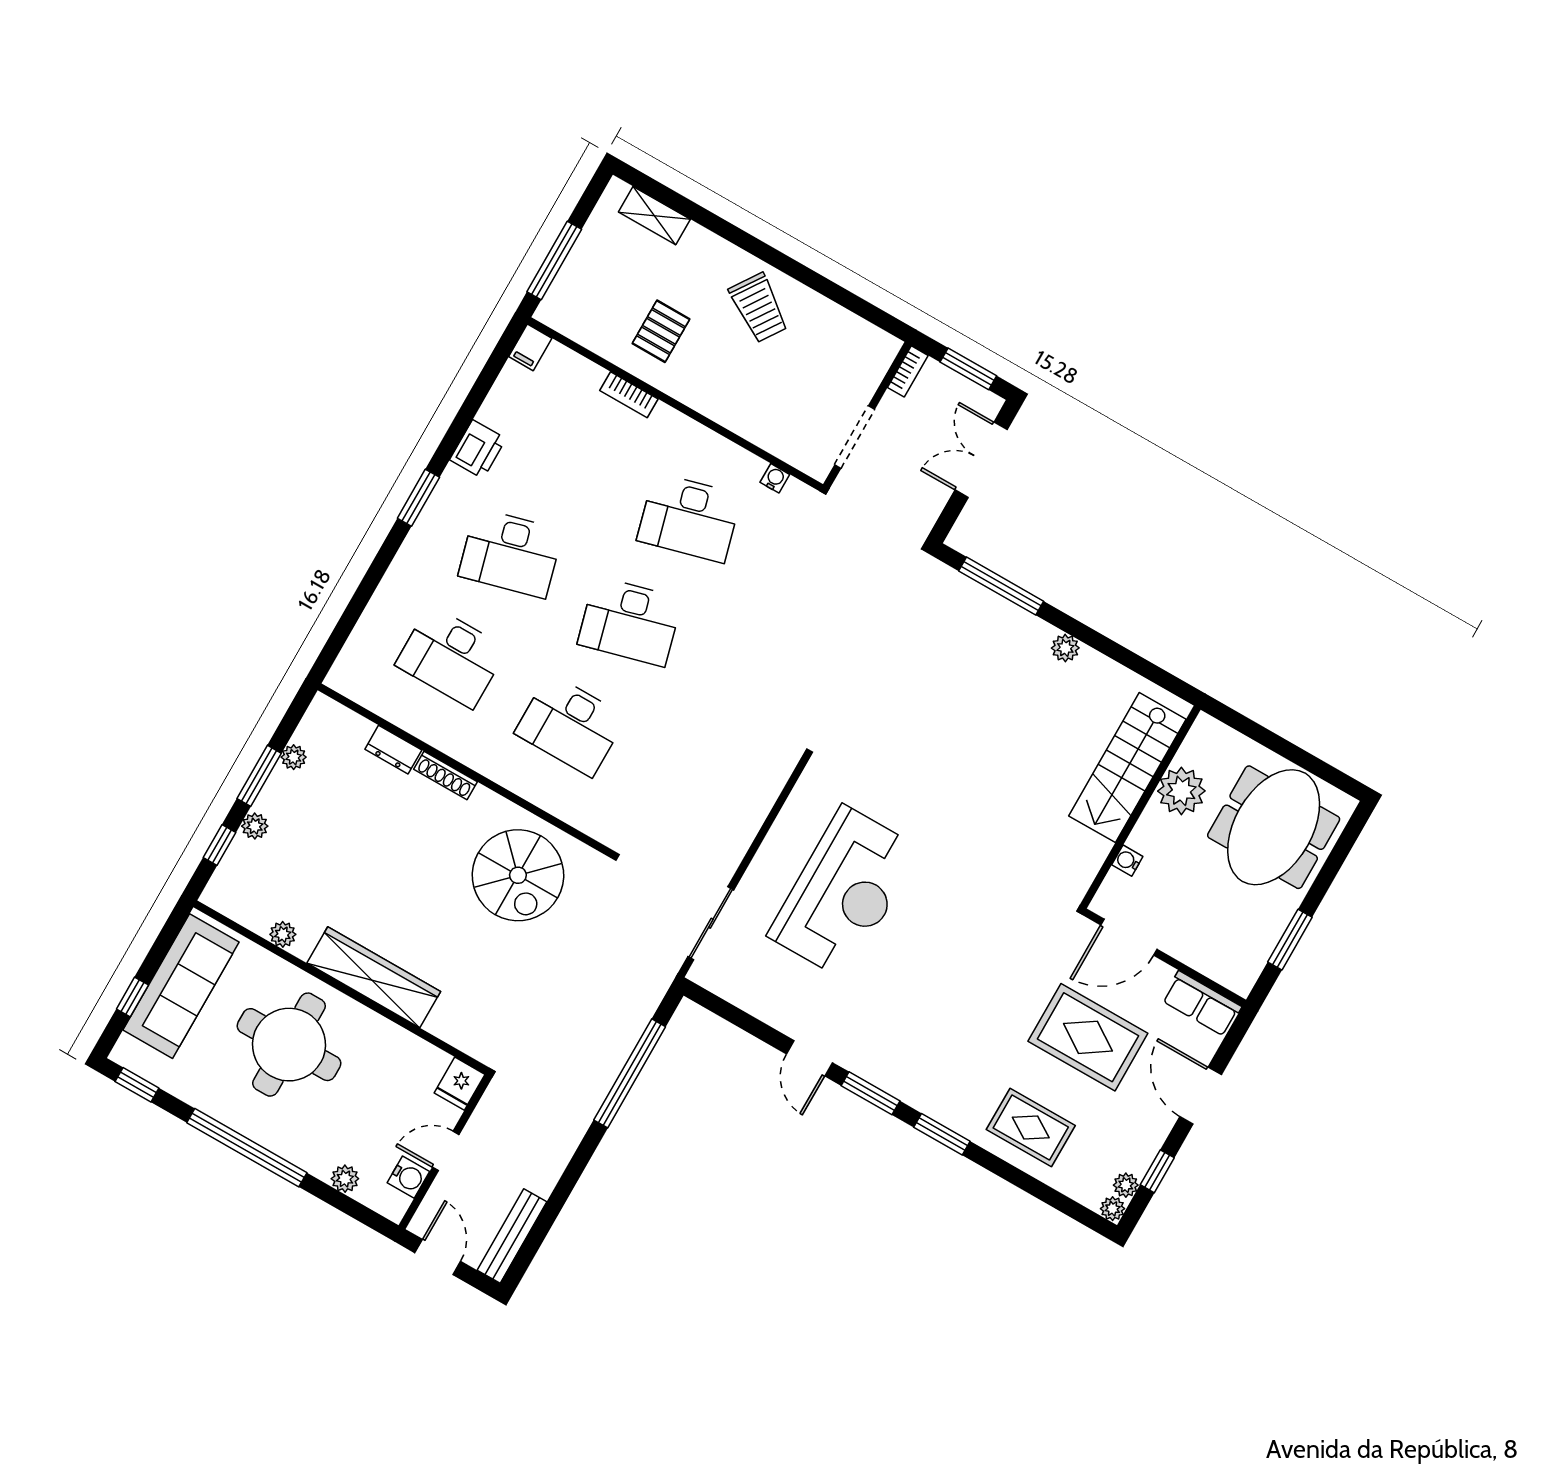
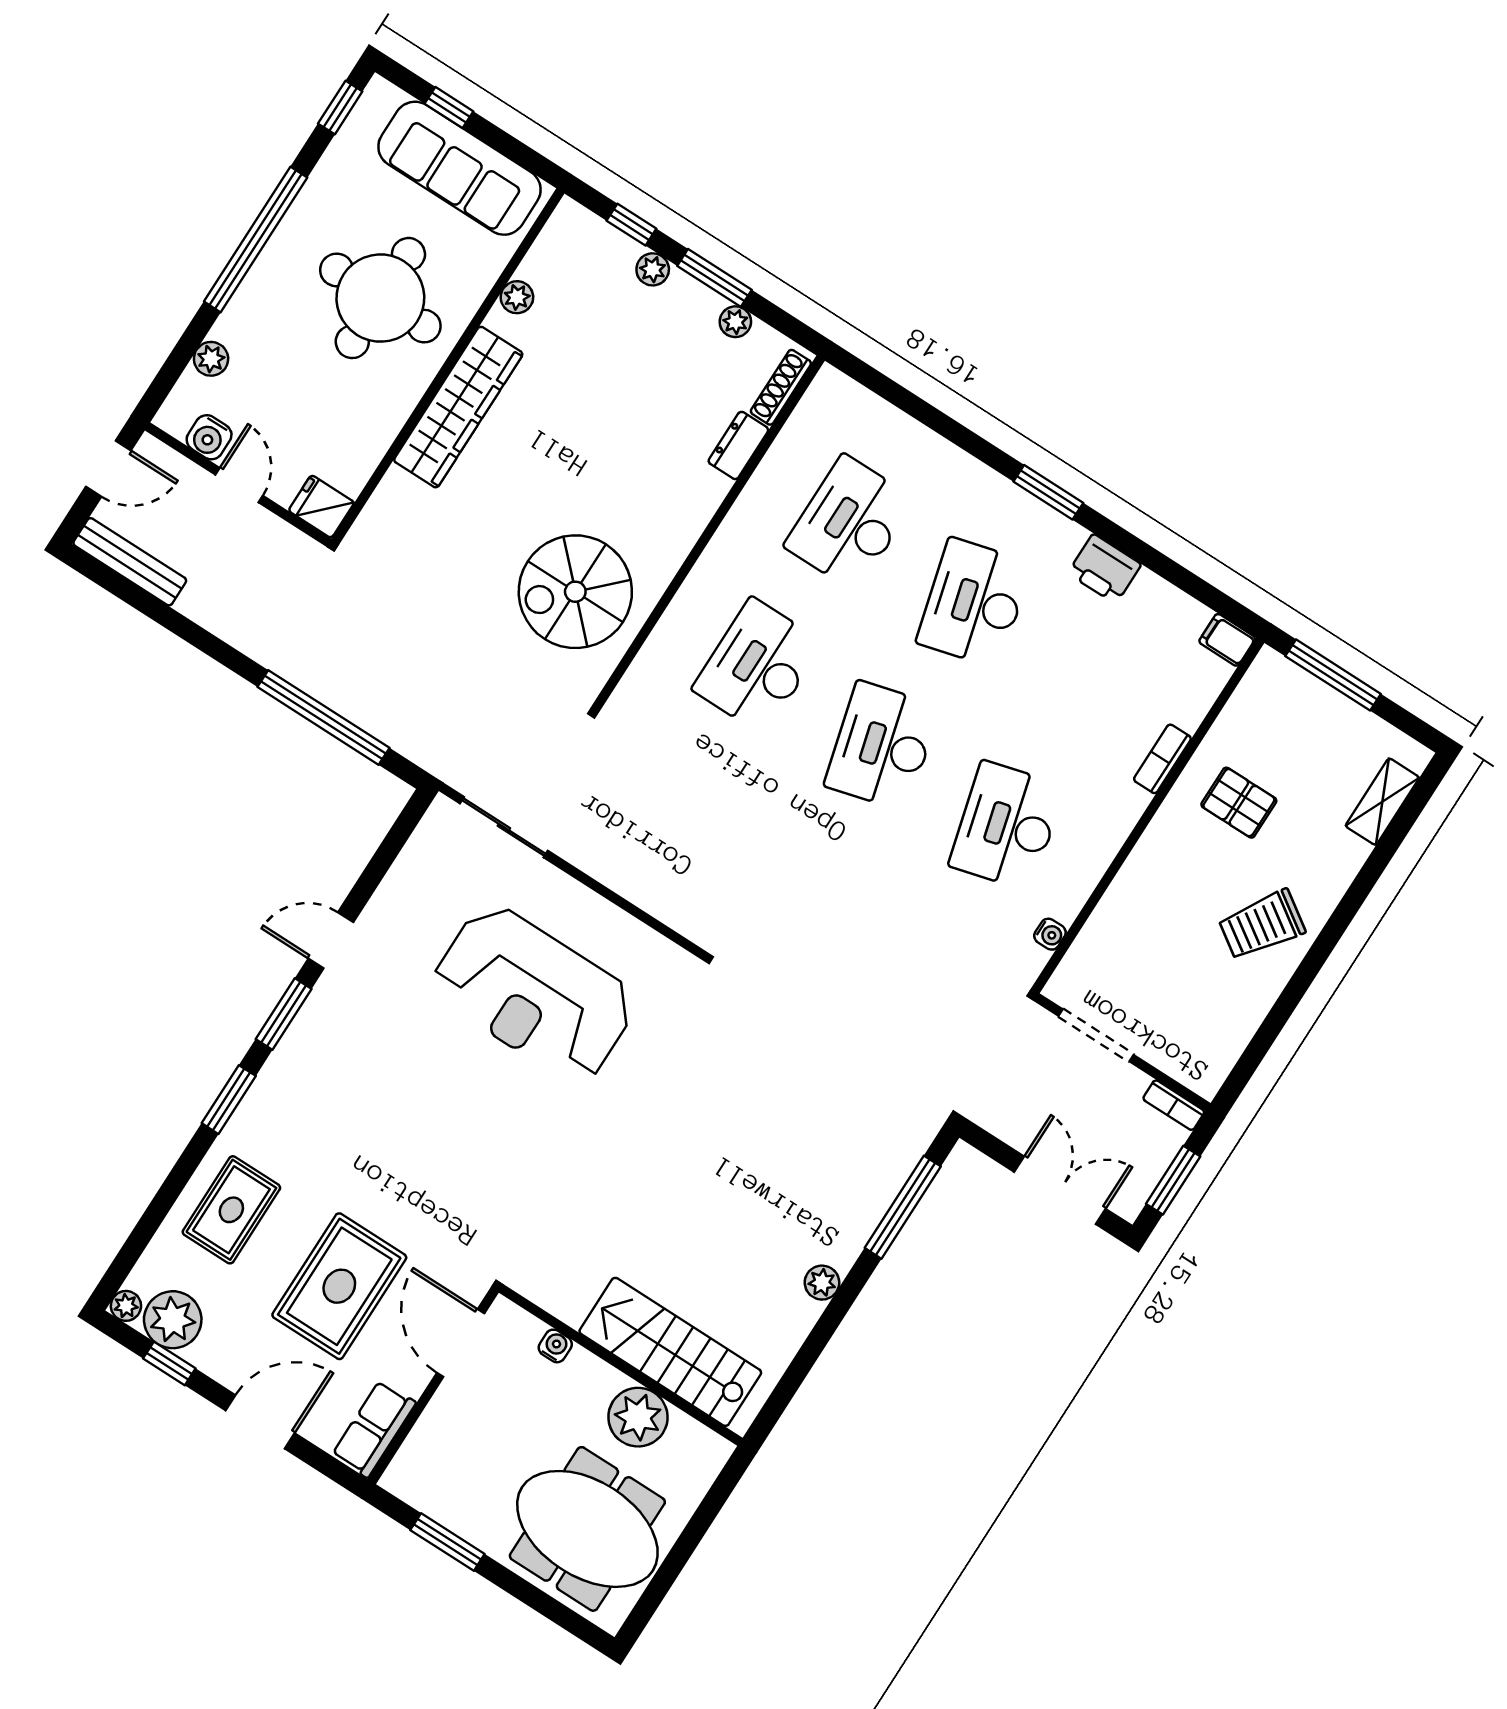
shoe rack: (445, 776) -> (781, 387), moved
plant: (1126, 1185) -> (173, 1320), width x1.87, depth x1.87

